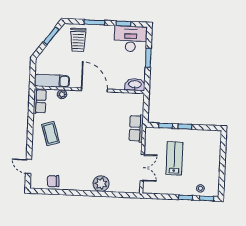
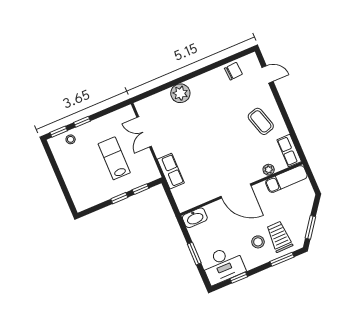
window: (94, 22) -> (282, 259), moved
stool: (96, 44) -> (258, 242), added
lab bench: (174, 158) -> (114, 158), turned 180

